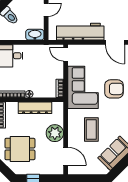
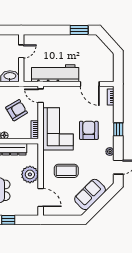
armchair: (41, 69) -> (17, 110), added
armchair: (114, 89) -> (89, 130), turned -90
coffee table: (91, 130) -> (66, 171), turned 90

